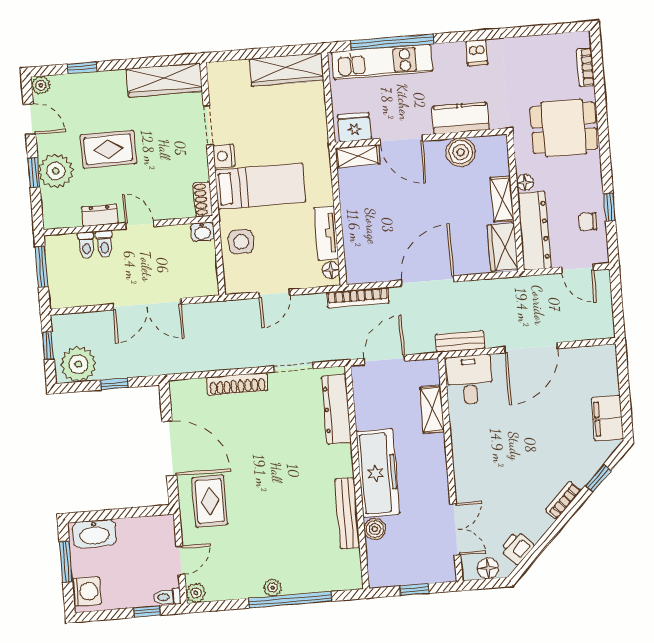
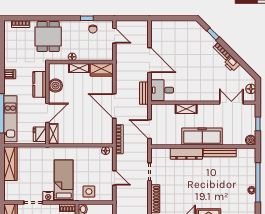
dresser: (534, 231) -> (95, 54), removed
tv unit: (326, 233) -> (88, 151), removed
door: (577, 269) -> (114, 36), hinge flipped
dresser: (336, 409) -> (186, 154), moved
shelving: (432, 409) -> (186, 109), moved
filing cabinet: (607, 418) -> (185, 27), removed
boiler: (375, 529) -> (251, 140), moved
printer: (517, 548) -> (232, 64), moved

